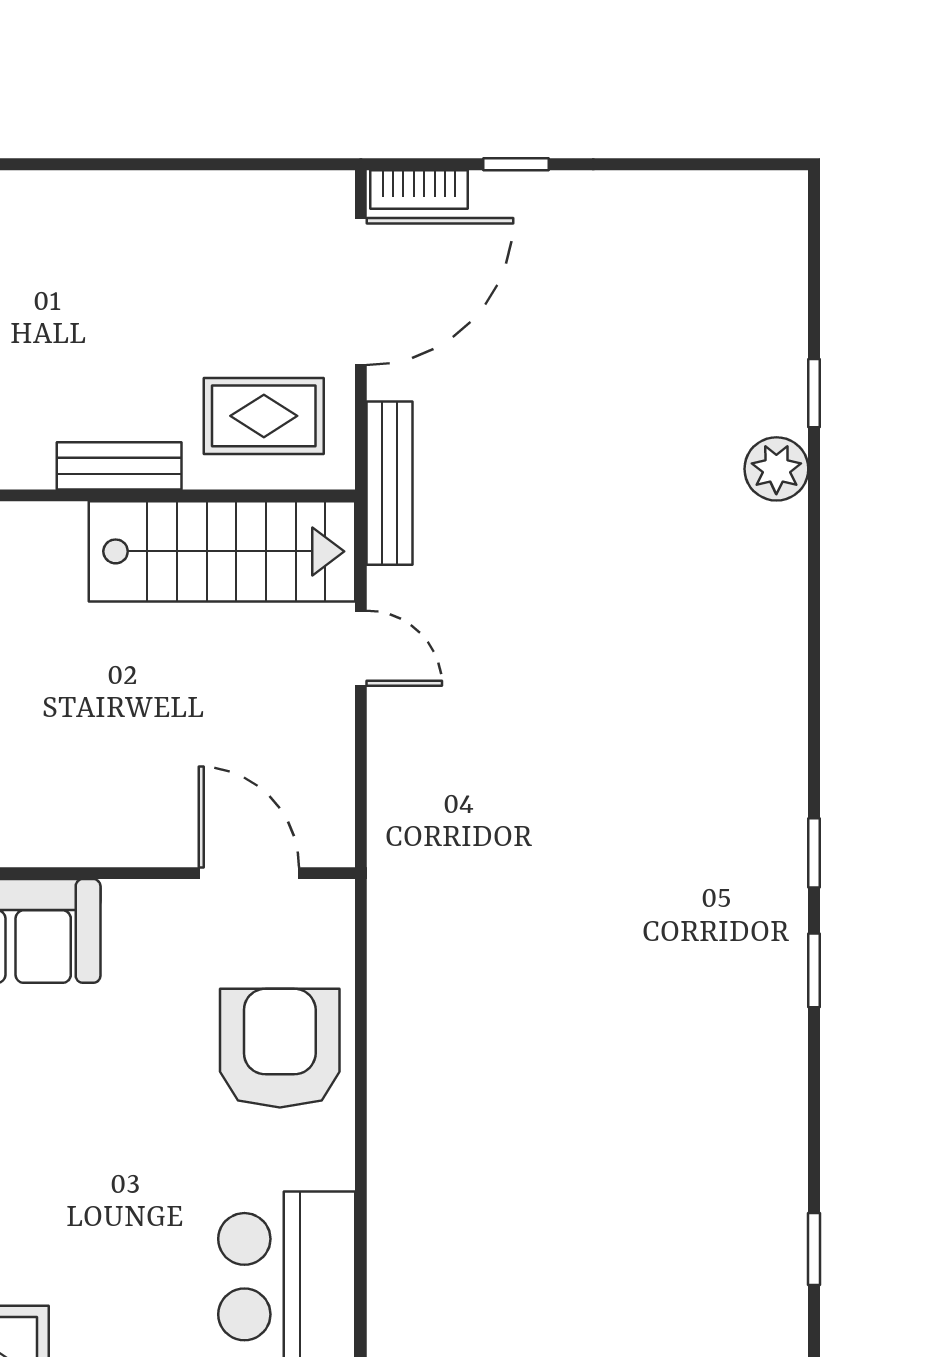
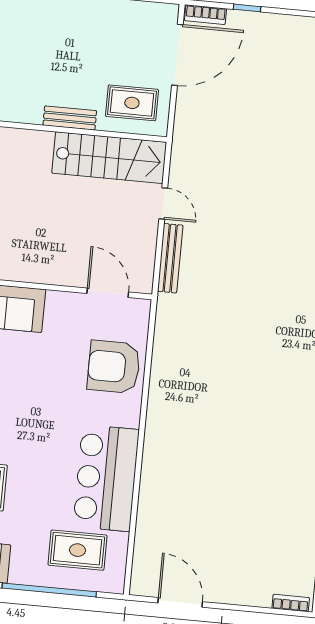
bench: (390, 483) -> (170, 258), moved
armchair: (280, 1048) -> (114, 367), turned -90

